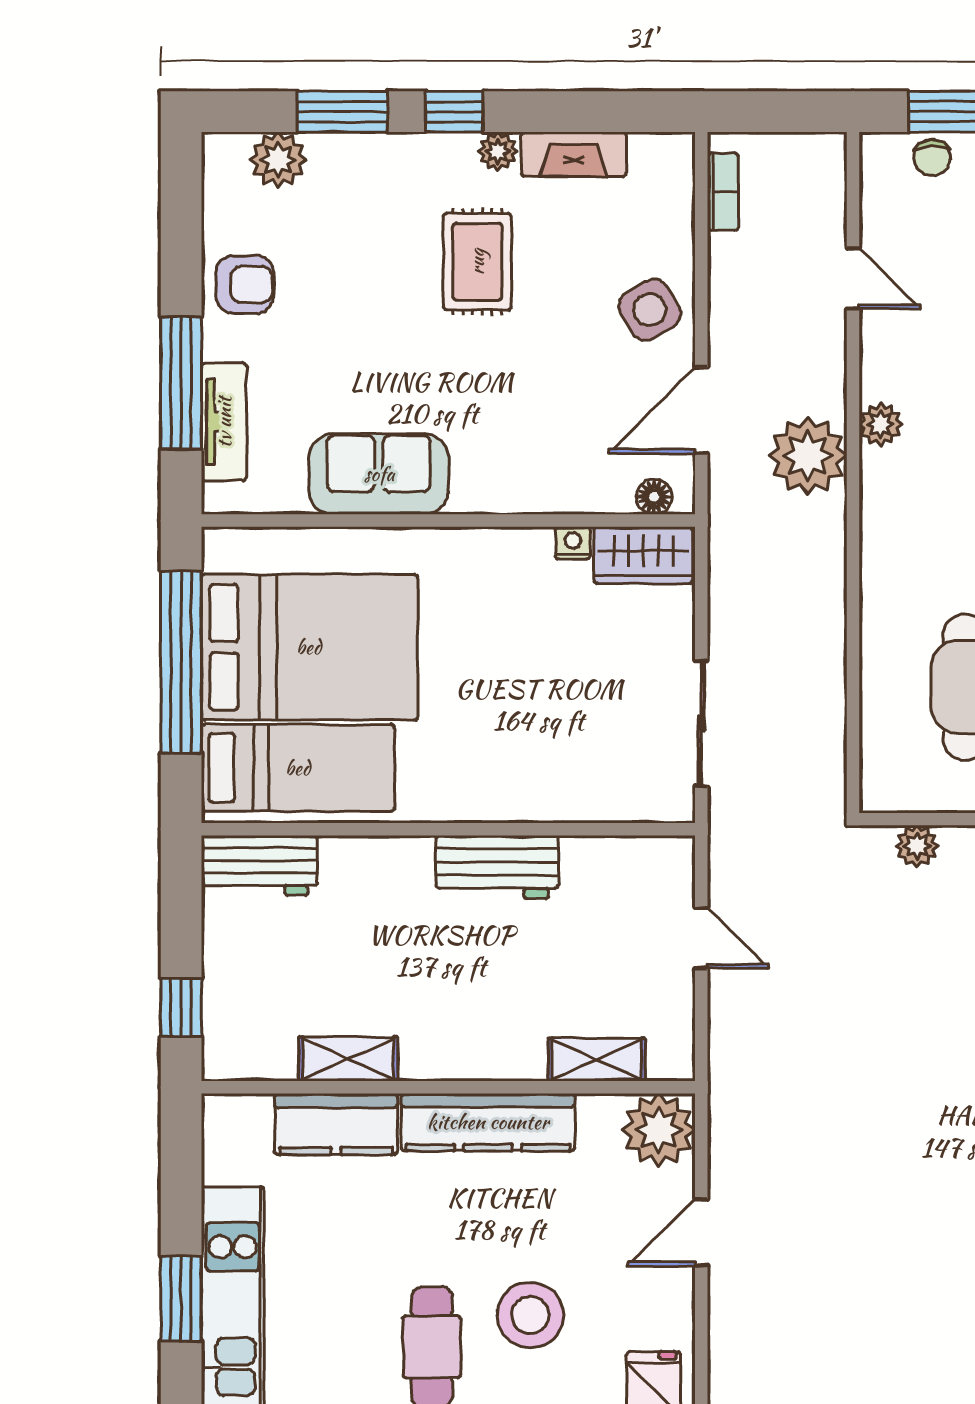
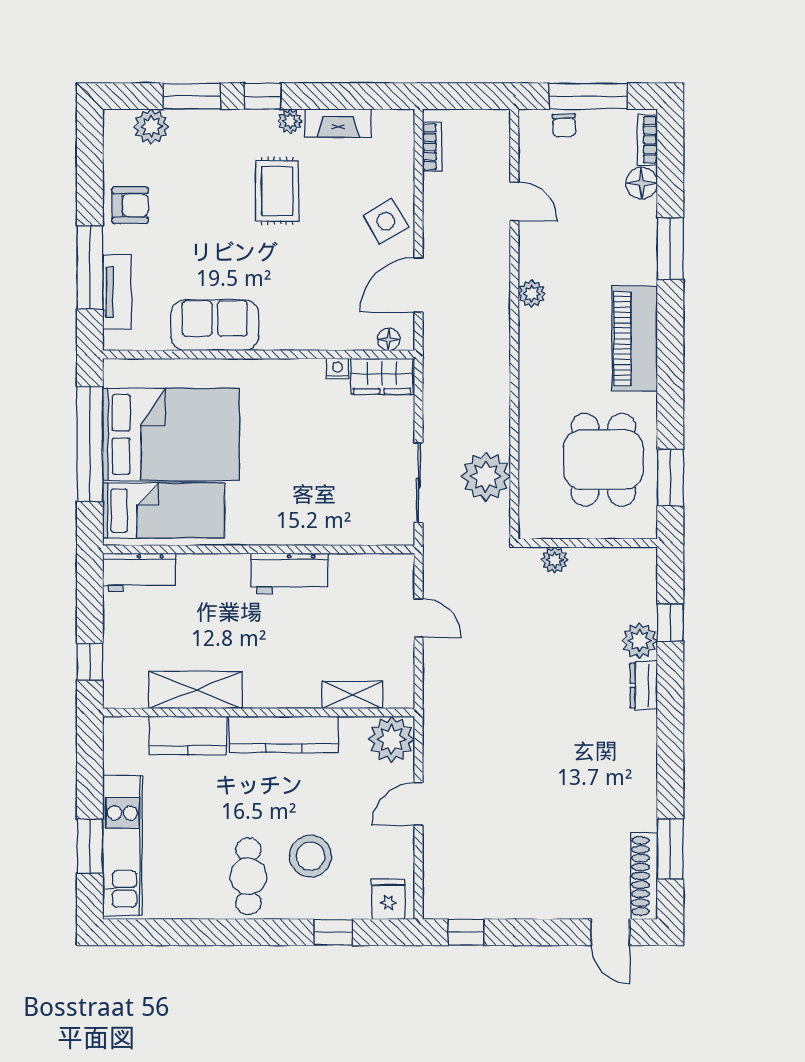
plant: (808, 456) -> (486, 476), moved
shelving: (348, 1059) -> (195, 690), width x1.50, depth x1.33

